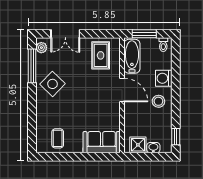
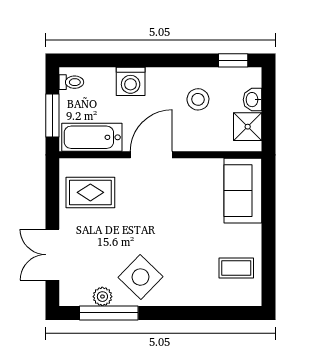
double door: (65, 34) -> (52, 255), swing flipped
plant: (41, 48) -> (102, 297), moved
stool: (158, 101) -> (198, 99), moved

